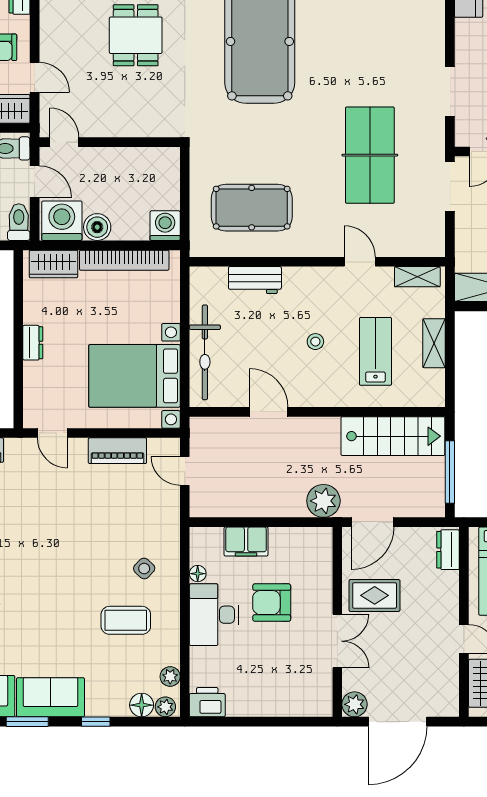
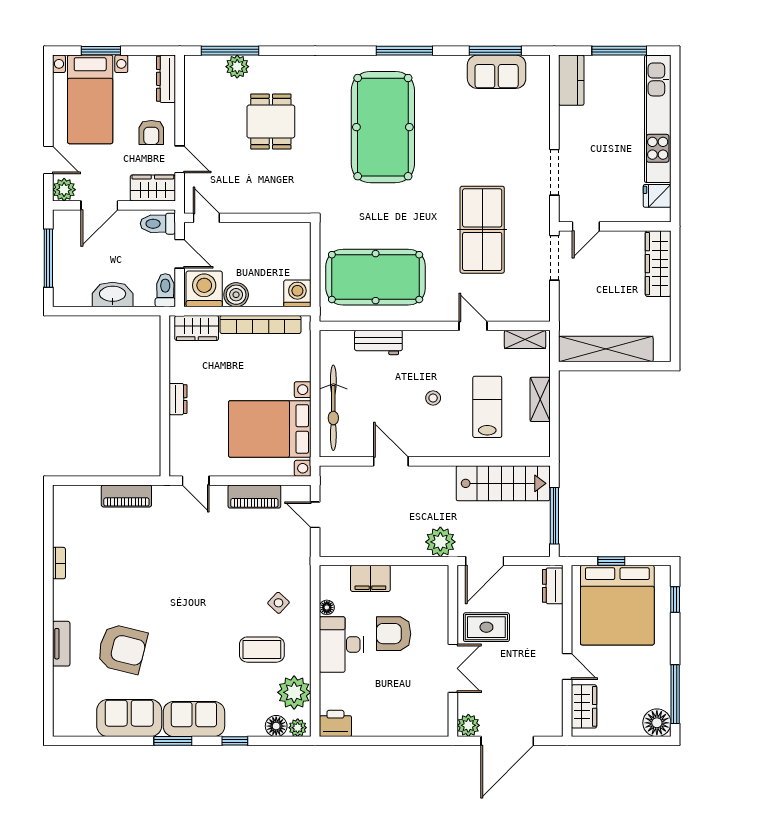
pool table: (252, 208) -> (376, 277), width x1.36, depth x1.32
plant: (170, 676) -> (294, 692), width x1.87, depth x1.87

